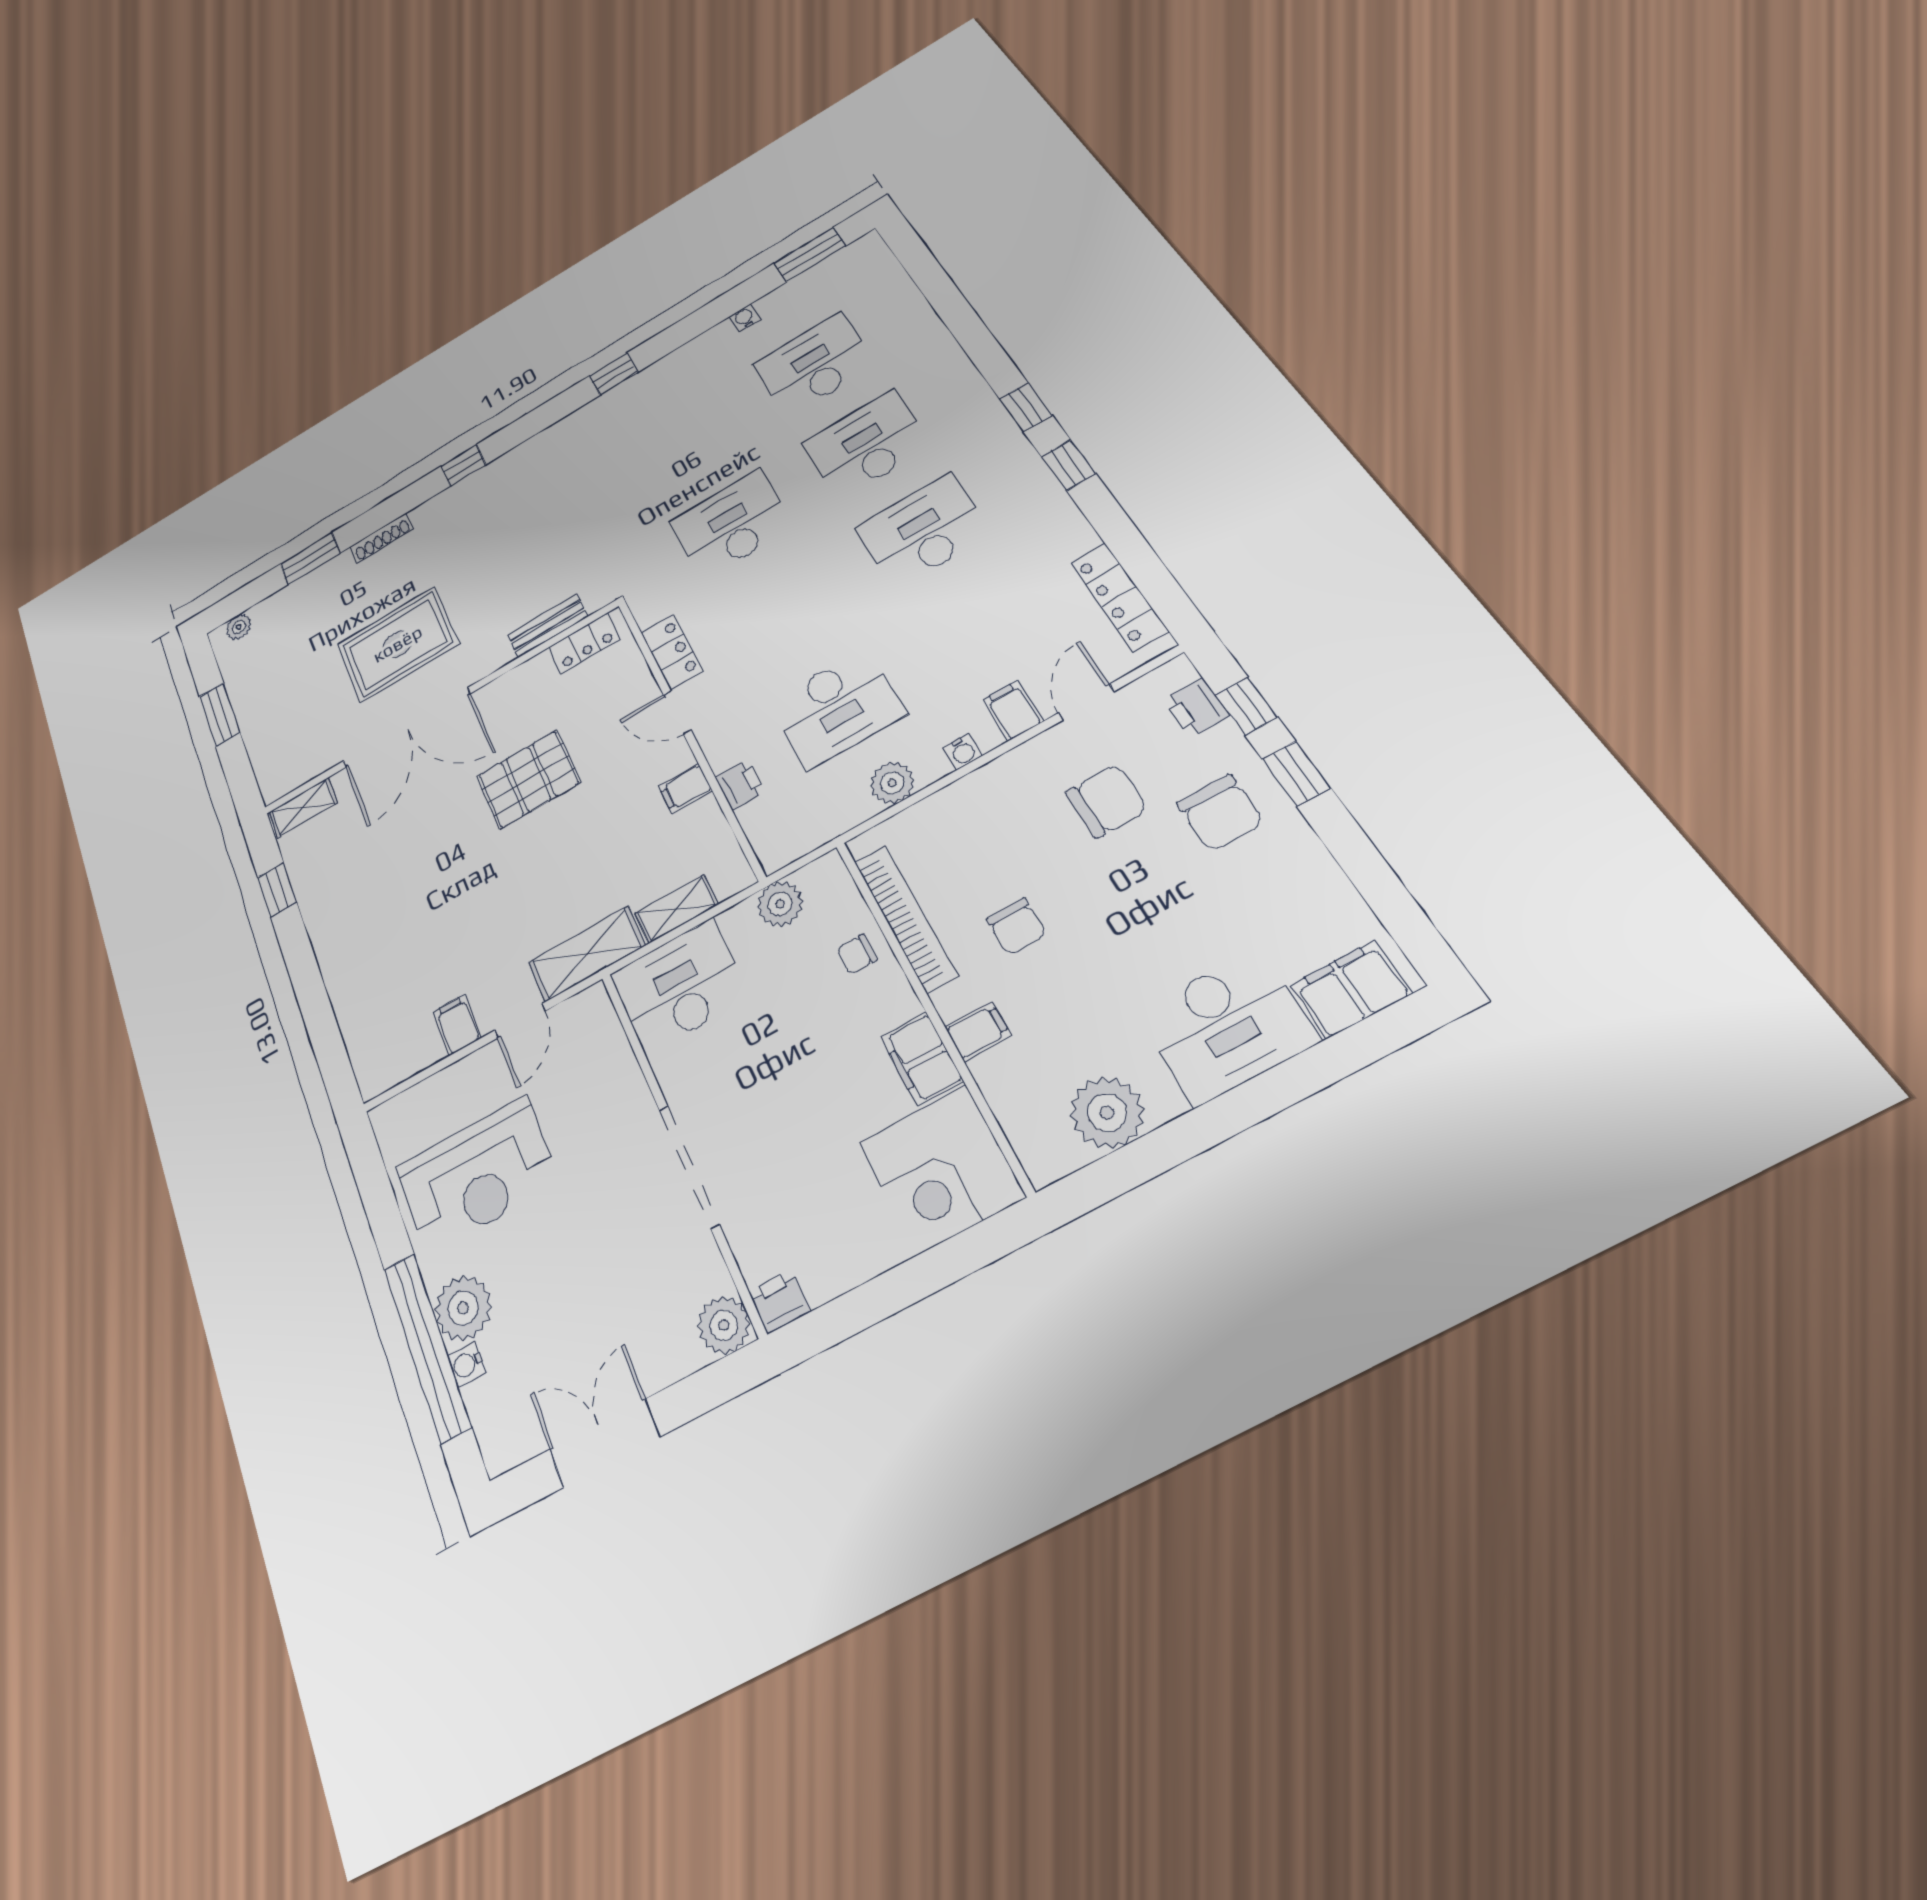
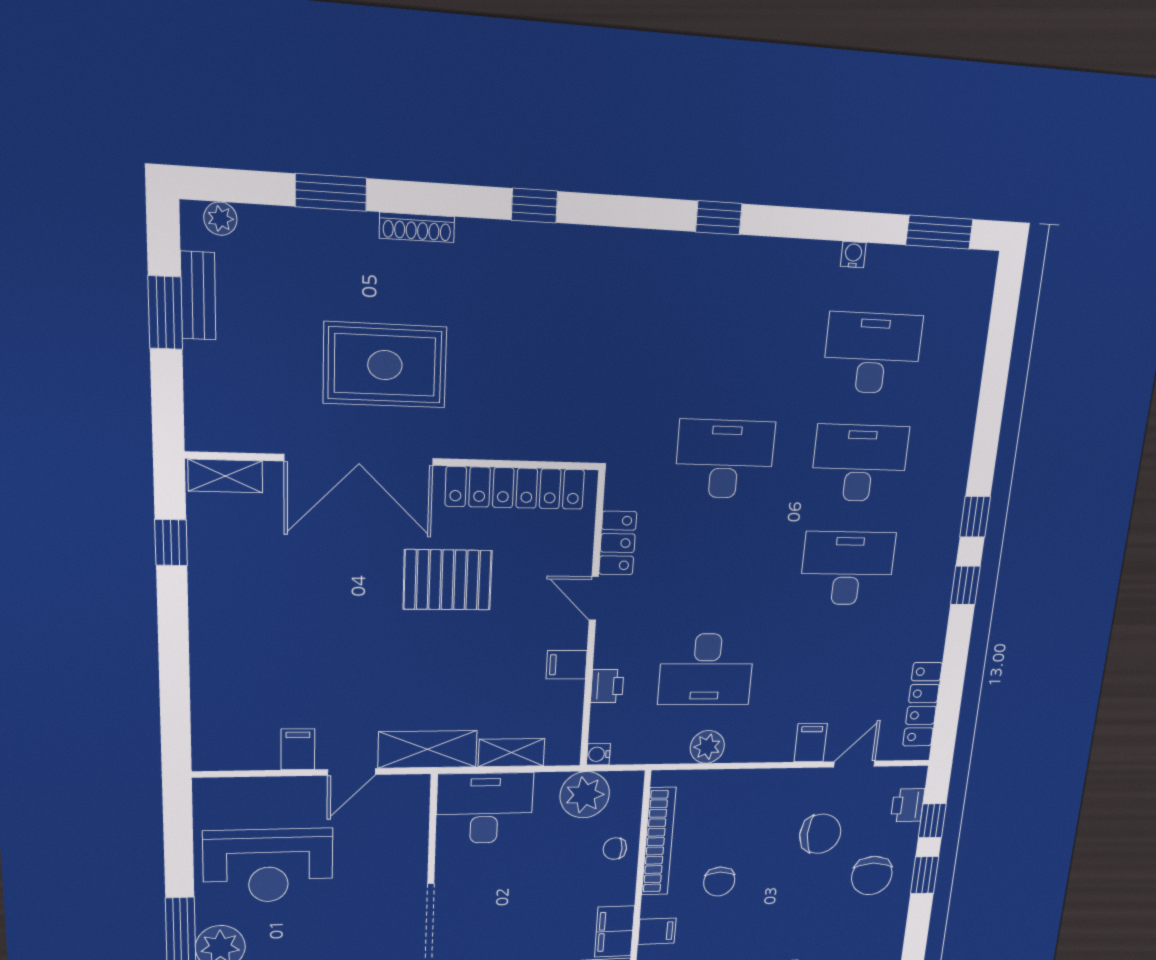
bench: (548, 626) -> (198, 296), moved, turned 90
locker: (584, 643) -> (515, 488), width x2.16, depth x1.21
water cooler: (963, 752) -> (598, 754), moved, turned 90
plant: (780, 904) -> (585, 795), width x1.36, depth x1.36

